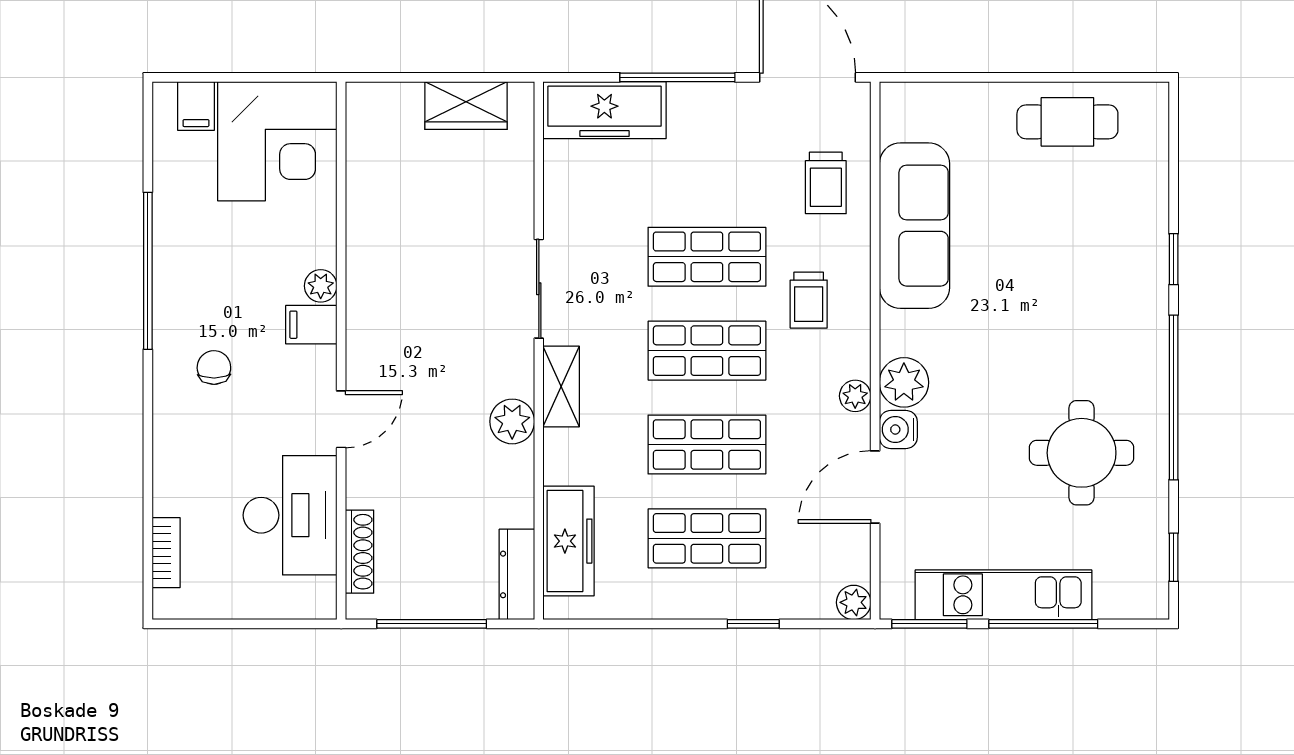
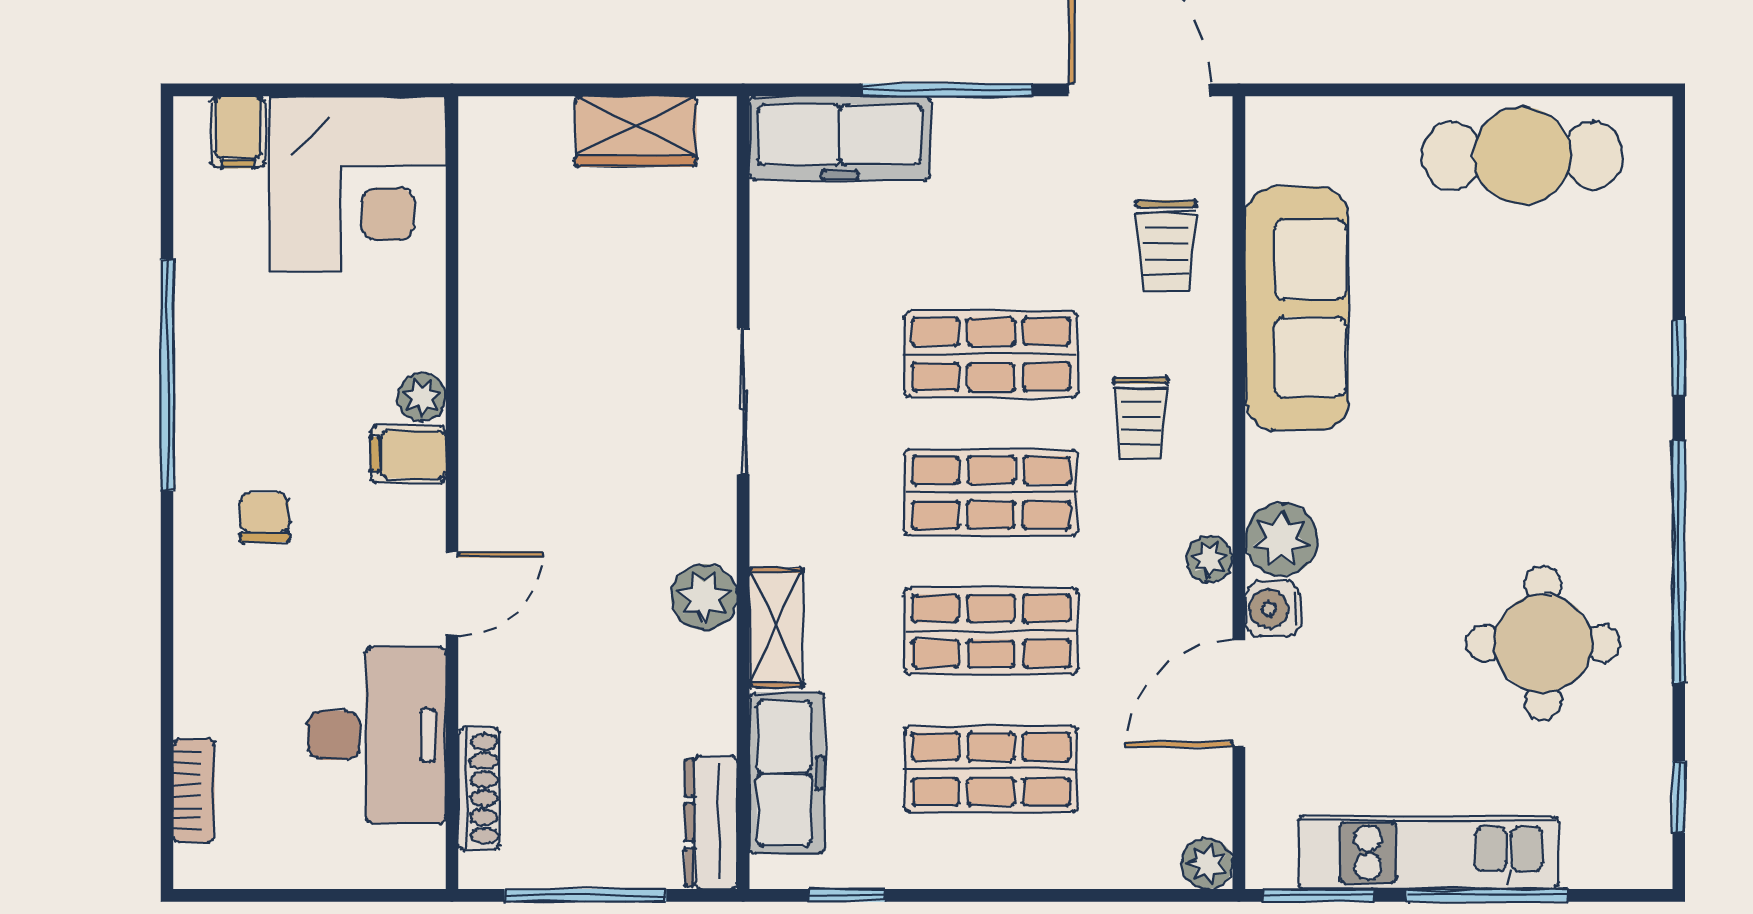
cafe table: (1067, 122) -> (1522, 155), width x1.37, depth x1.35
shelving: (561, 386) -> (776, 628), moved
window: (753, 624) -> (846, 895), moved

